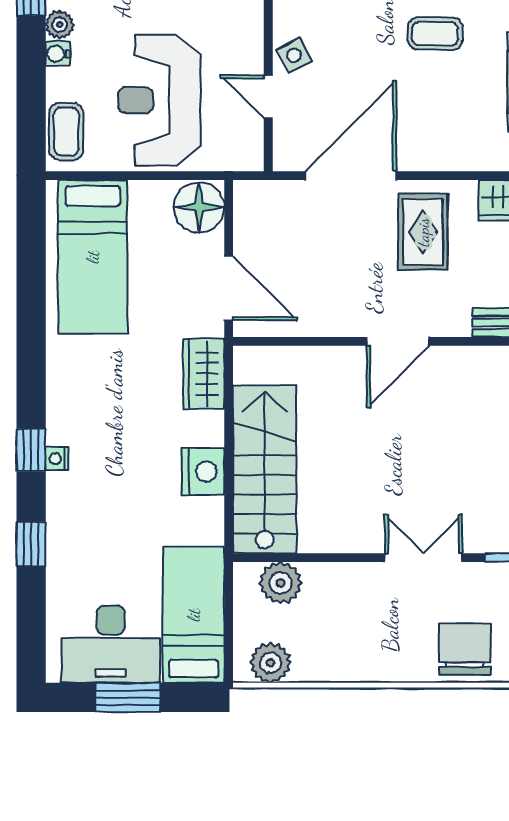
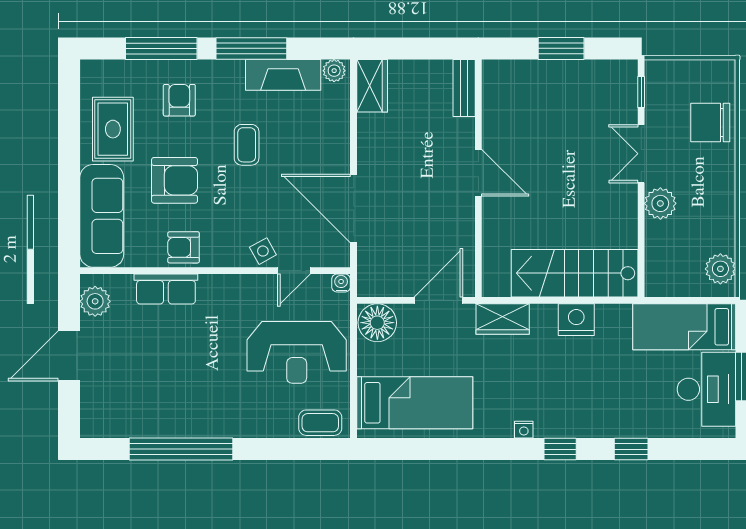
plant: (60, 25) -> (240, 428), removed
water cooler: (58, 54) -> (341, 283), moved, turned 180
rug: (423, 232) -> (396, 154), removed
nightstand: (57, 459) -> (524, 430), moved
plant: (280, 583) -> (660, 203), moved

